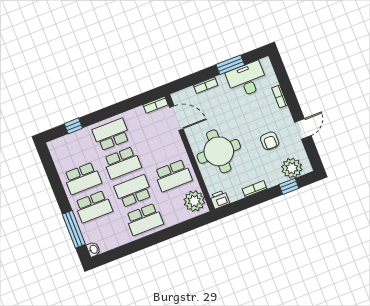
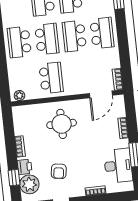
armchair: (270, 141) -> (59, 171), turned -82
round table: (219, 151) -> (62, 124), width x0.73, depth x0.73
school desk: (173, 176) -> (51, 78), turned 180
printer: (220, 200) -> (25, 167), moved
plant: (194, 201) -> (19, 96), width x0.53, depth x0.53

